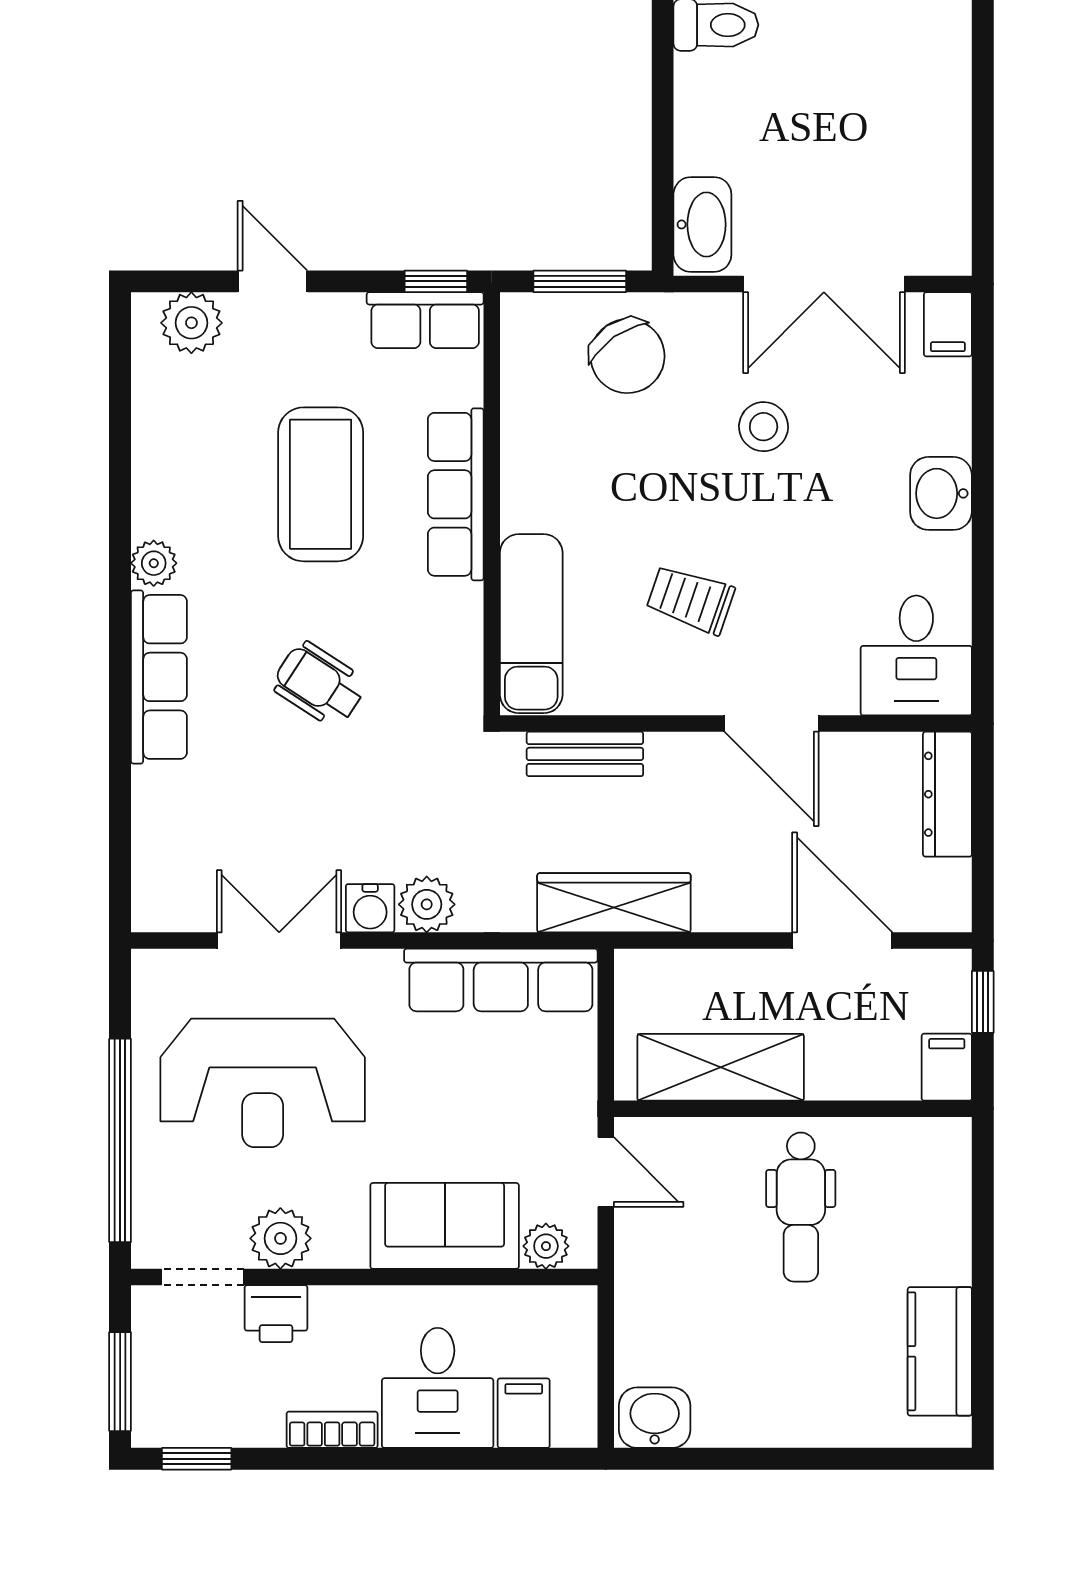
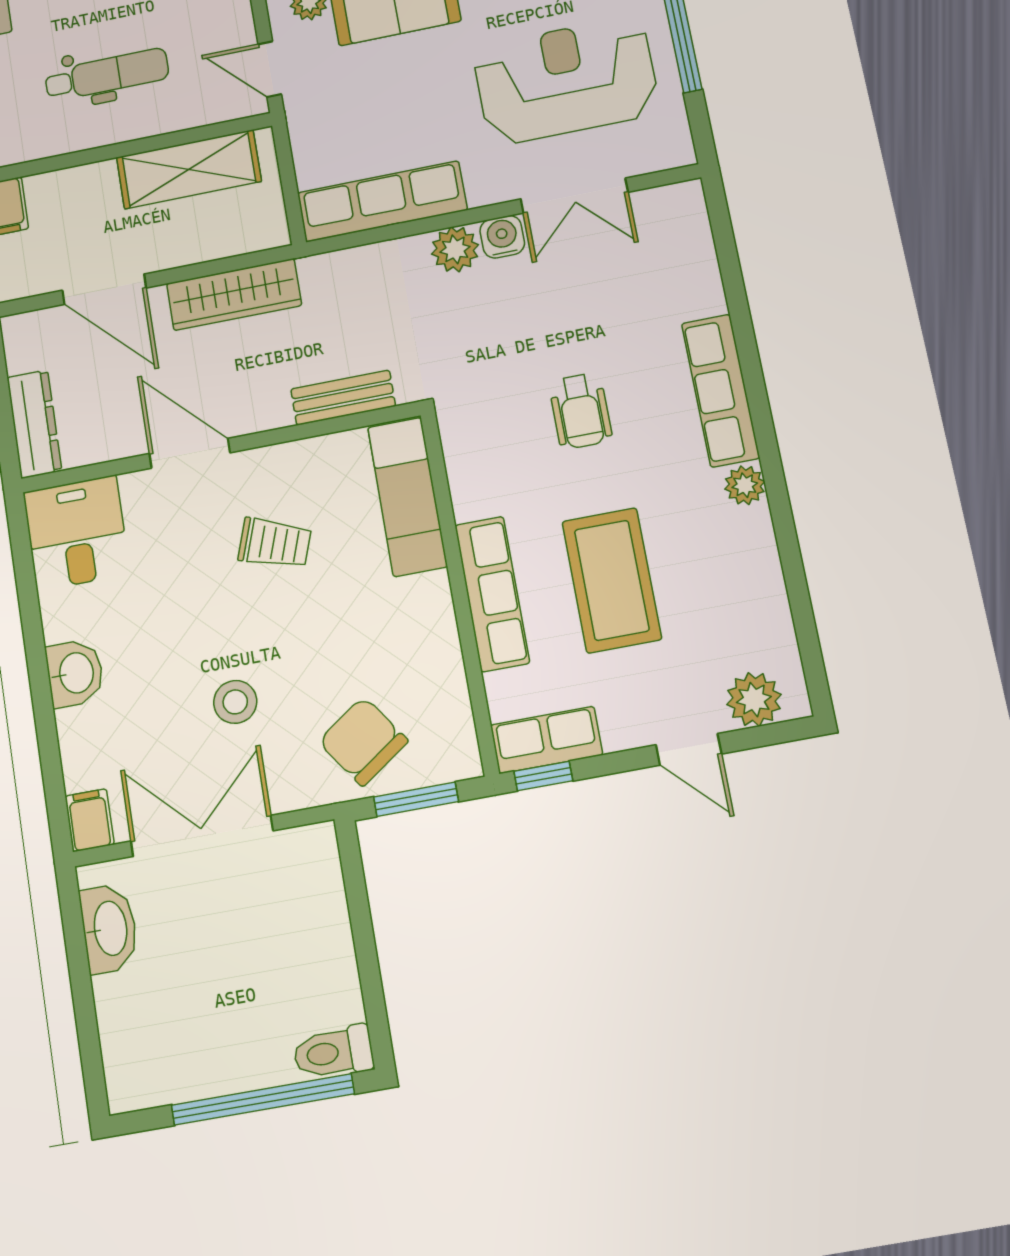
washbasin: (702, 224) -> (109, 929), moved, turned 180
wheelchair: (319, 684) -> (580, 411), turned 57
wardrobe: (614, 903) -> (234, 294), moved
dental chair: (801, 1207) -> (107, 75), turned 90

